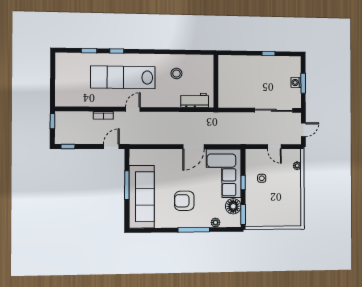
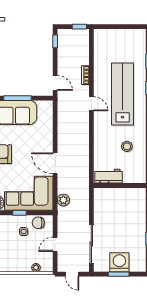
washing machine: (296, 82) -> (119, 262), width x1.89, depth x1.89
workbench: (195, 100) -> (108, 176), moved, turned -90
plant: (230, 138) -> (63, 200), added
chair: (253, 163) -> (38, 223), added

